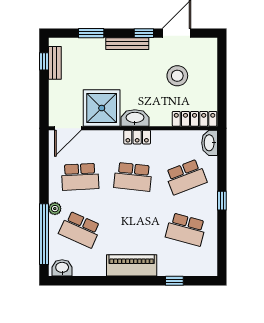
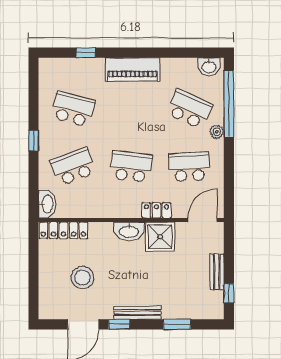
bench: (55, 63) -> (217, 272), moved
shower: (102, 108) -> (160, 237), width x0.73, depth x0.73
locker: (137, 137) -> (156, 210), moved

